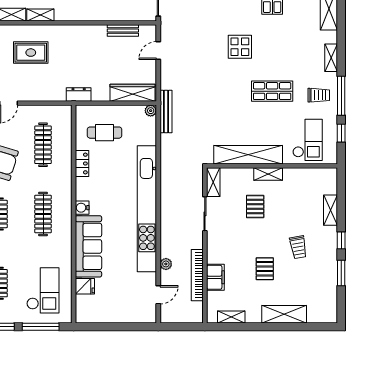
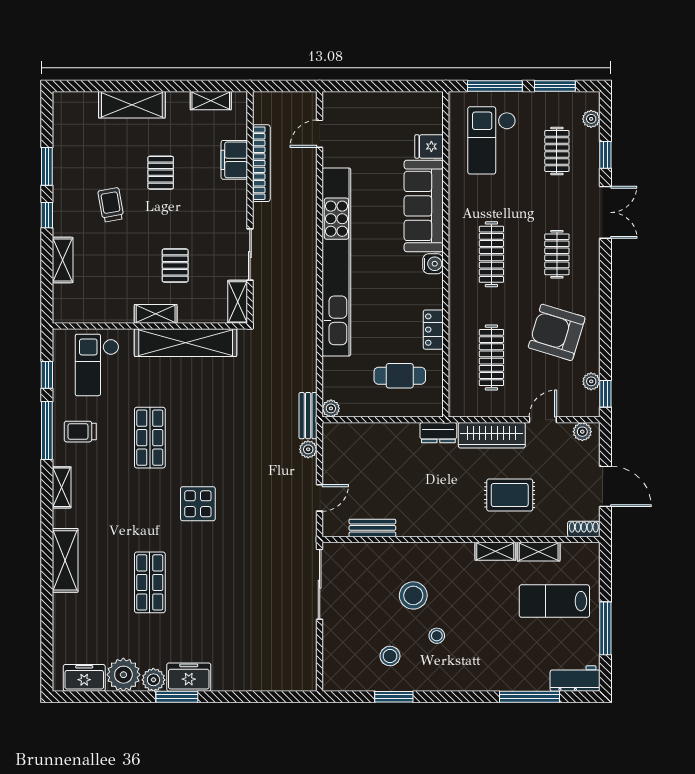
shop shelf: (272, 91) -> (150, 438), turned 90
wardrobe: (132, 93) -> (492, 435), moved
bench: (166, 112) -> (308, 416), width x0.73
plant: (166, 264) -> (308, 449), moved

